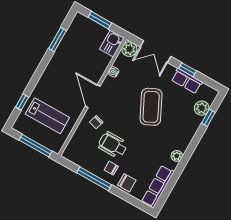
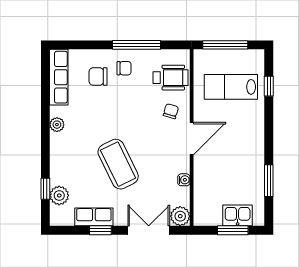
kitchen sink: (112, 43) -> (238, 215), moved, turned -90
door: (93, 96) -> (192, 139), hinge flipped
wheelchair: (113, 145) -> (170, 78), moved
chair: (127, 183) -> (98, 76), moved

